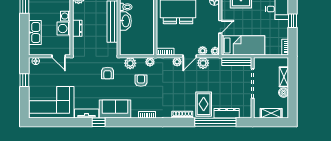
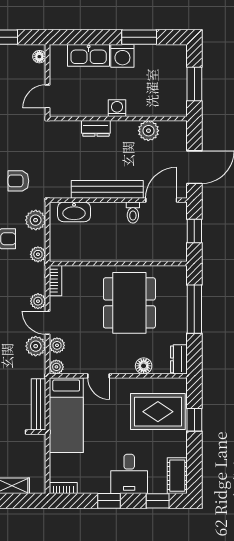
washbasin: (125, 21) -> (74, 212), moved
washing machine: (64, 29) -> (122, 56), moved, turned 180

